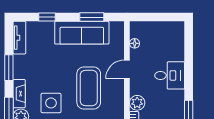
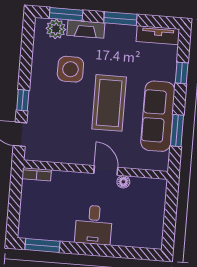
floor lamp: (135, 43) -> (123, 182), moved
coffee table: (89, 88) -> (109, 103), moved, turned 90
plant: (137, 103) -> (62, 180), removed

